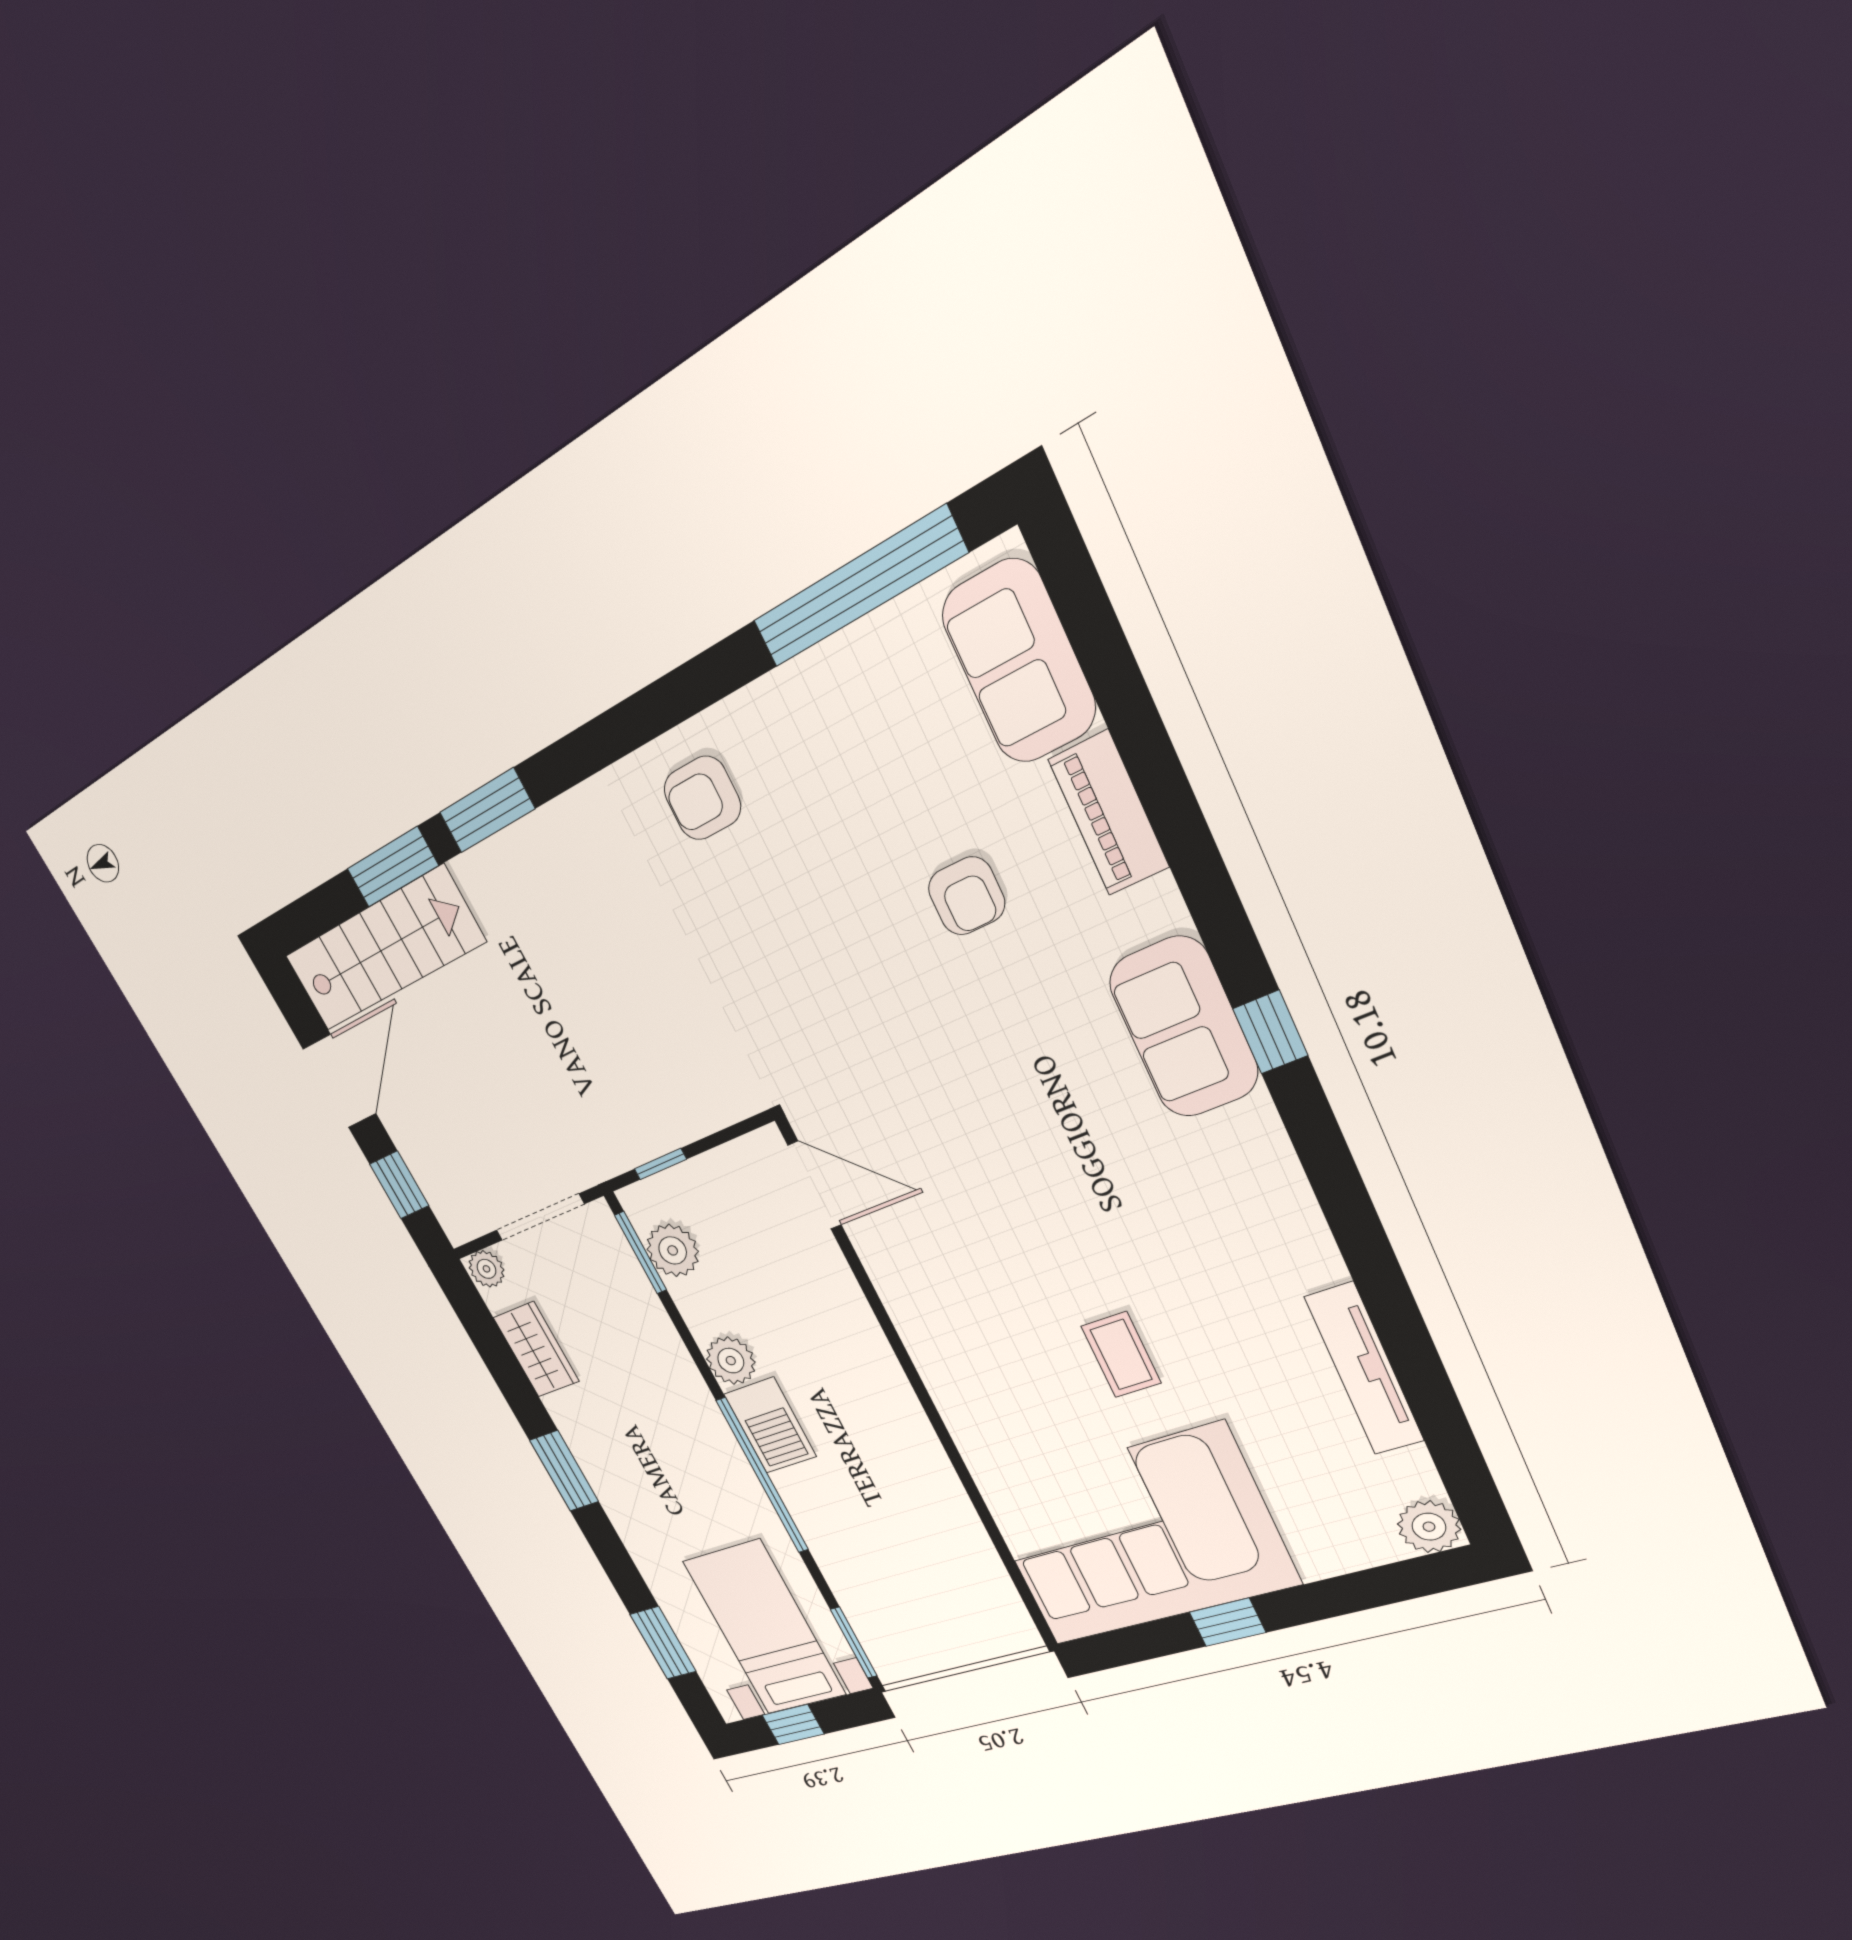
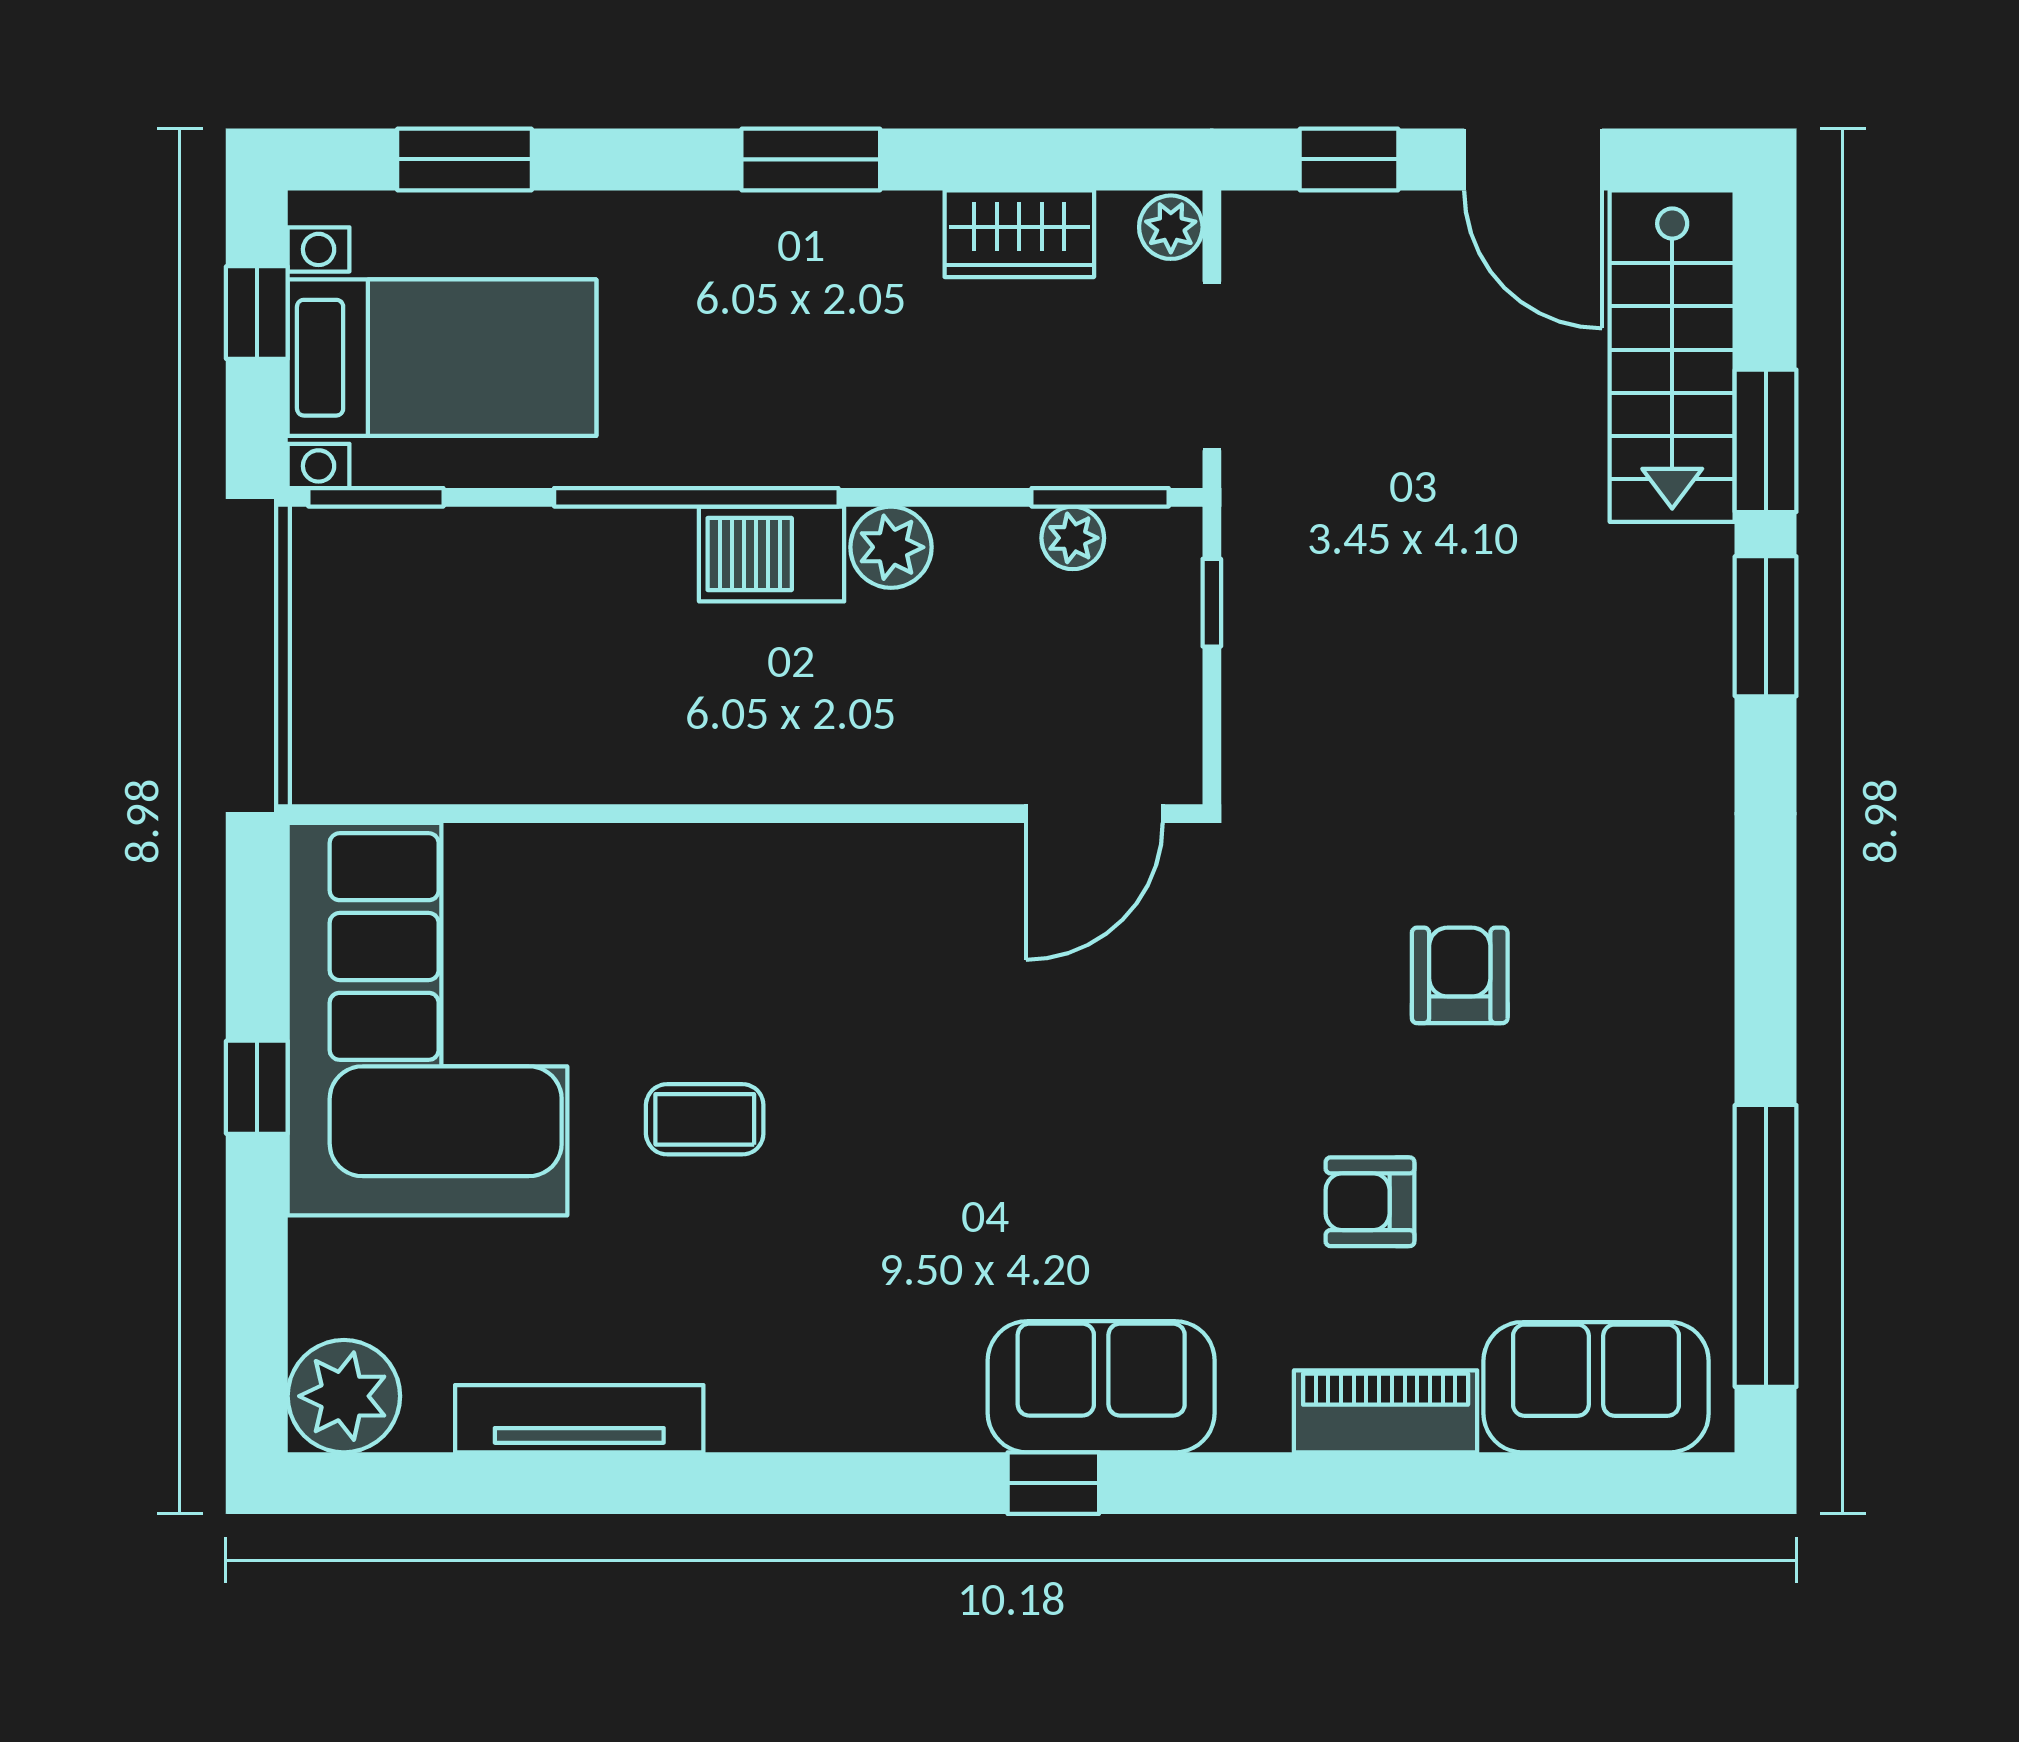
armchair: (702, 798) -> (1460, 975), moved
plant: (673, 1250) -> (1073, 538), width x0.73, depth x0.73
plant: (1429, 1527) -> (344, 1396), width x1.36, depth x1.36

